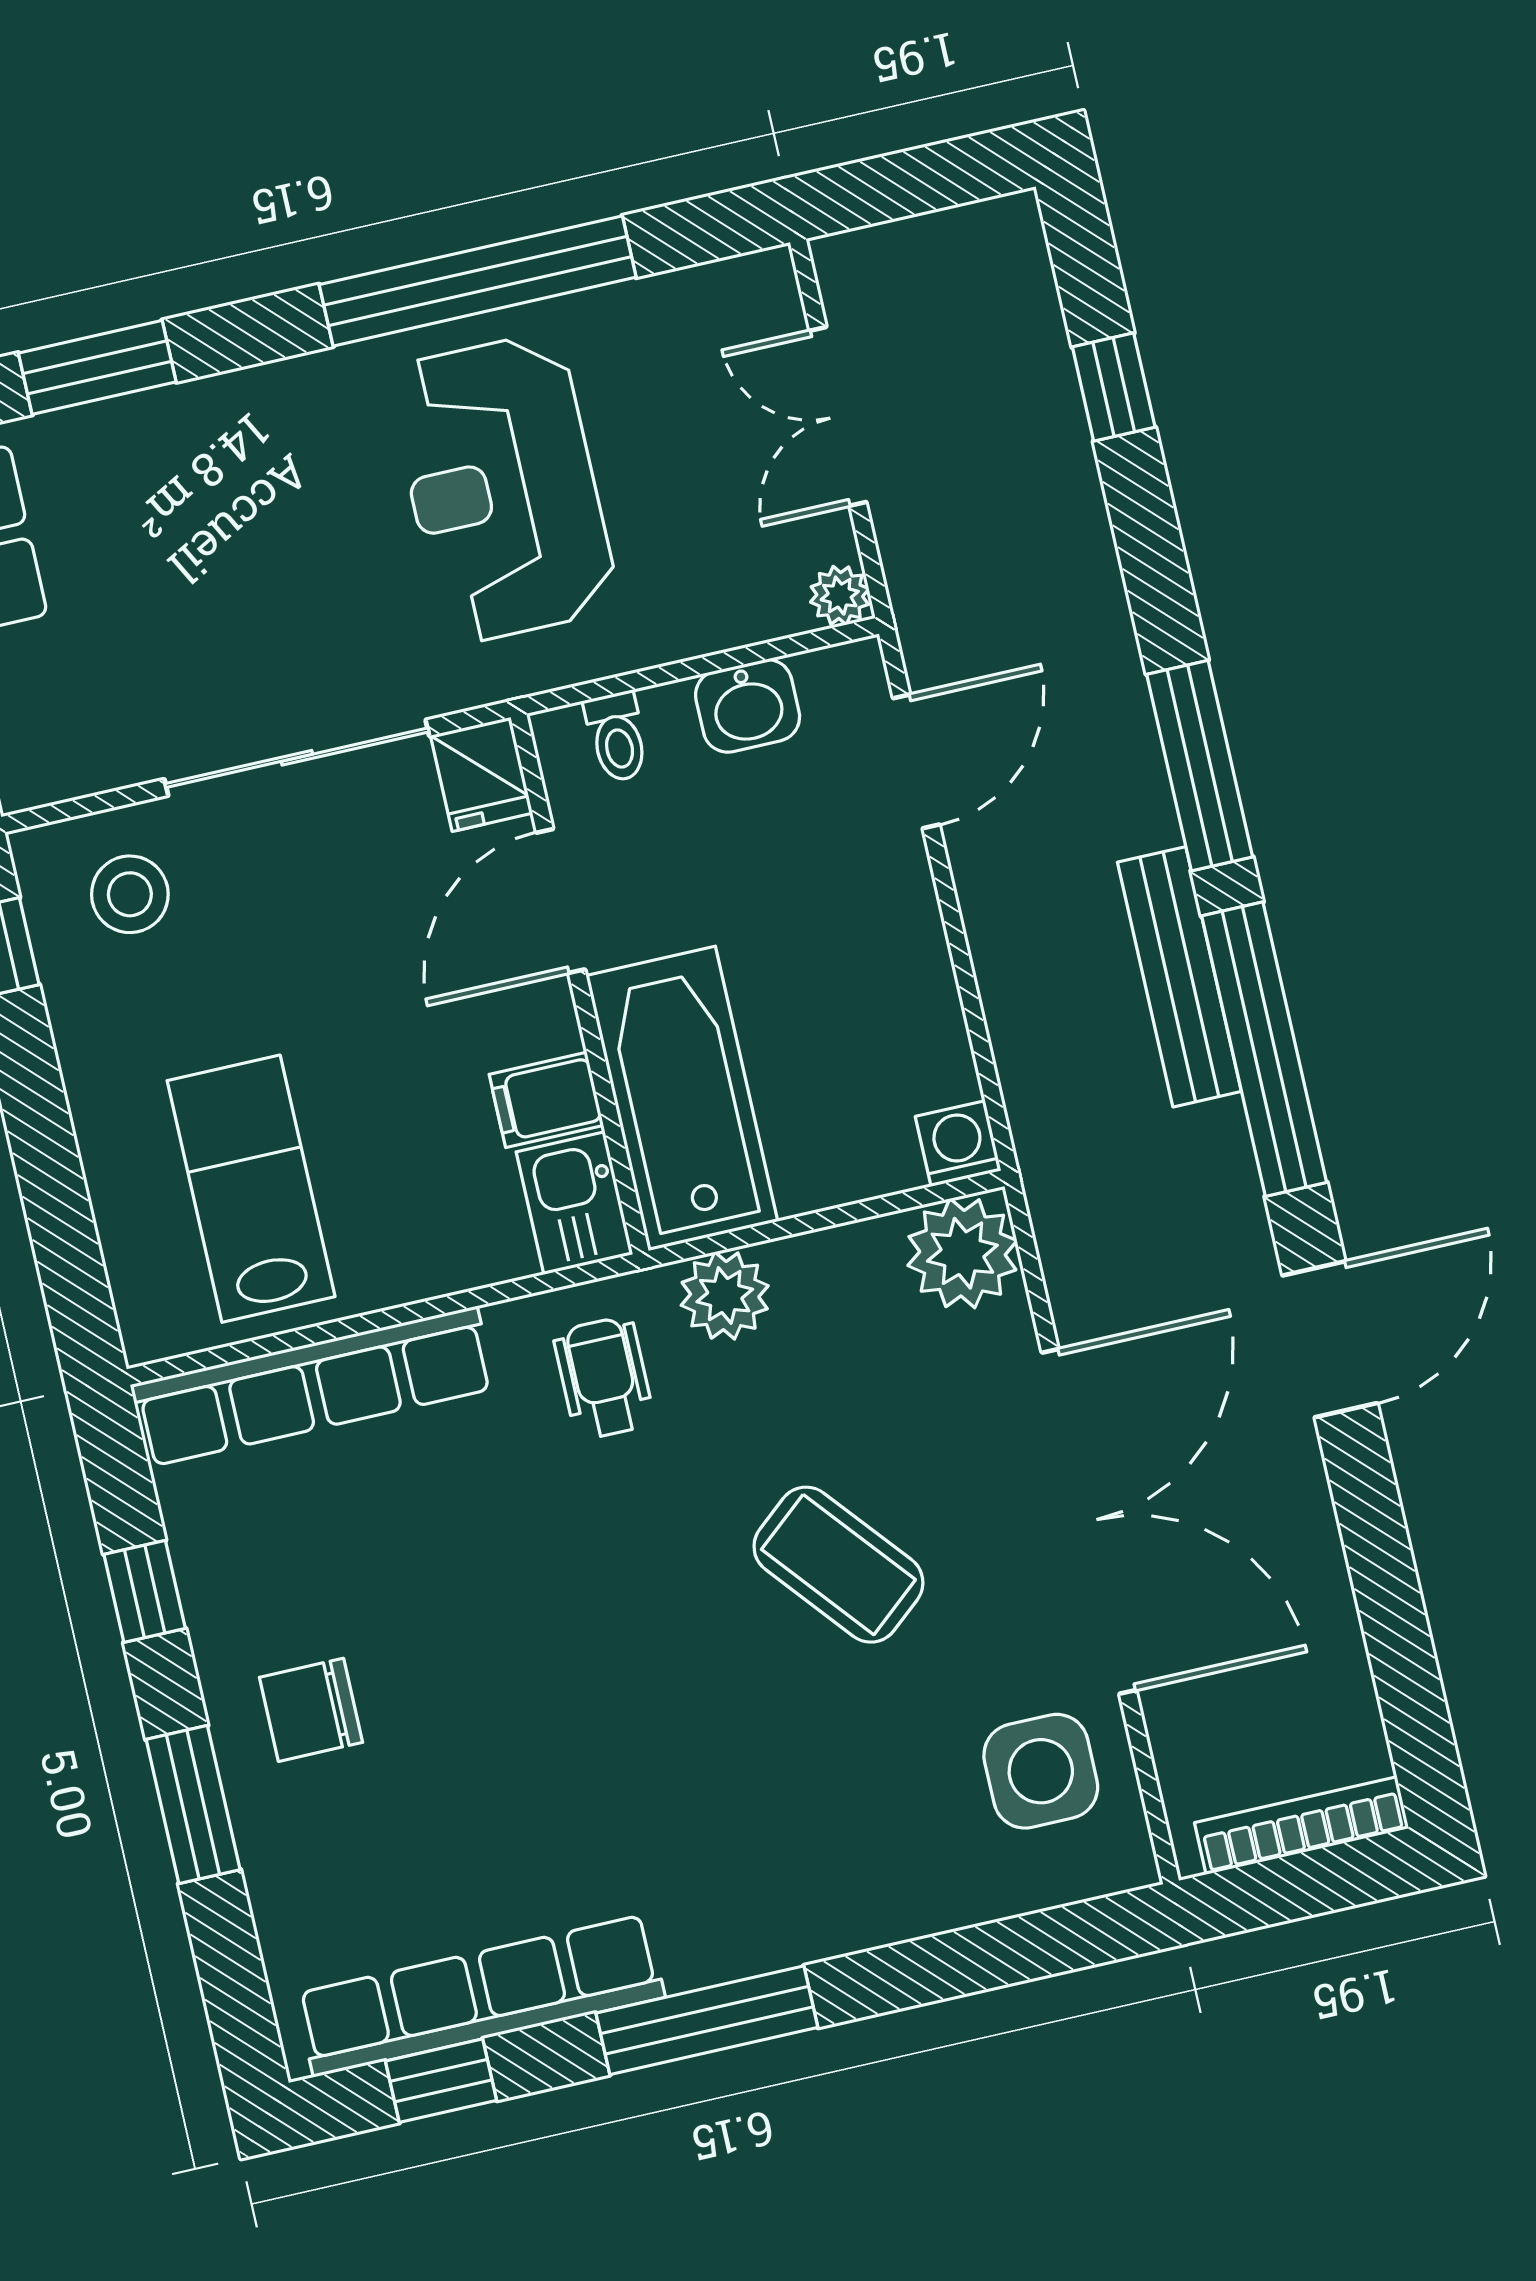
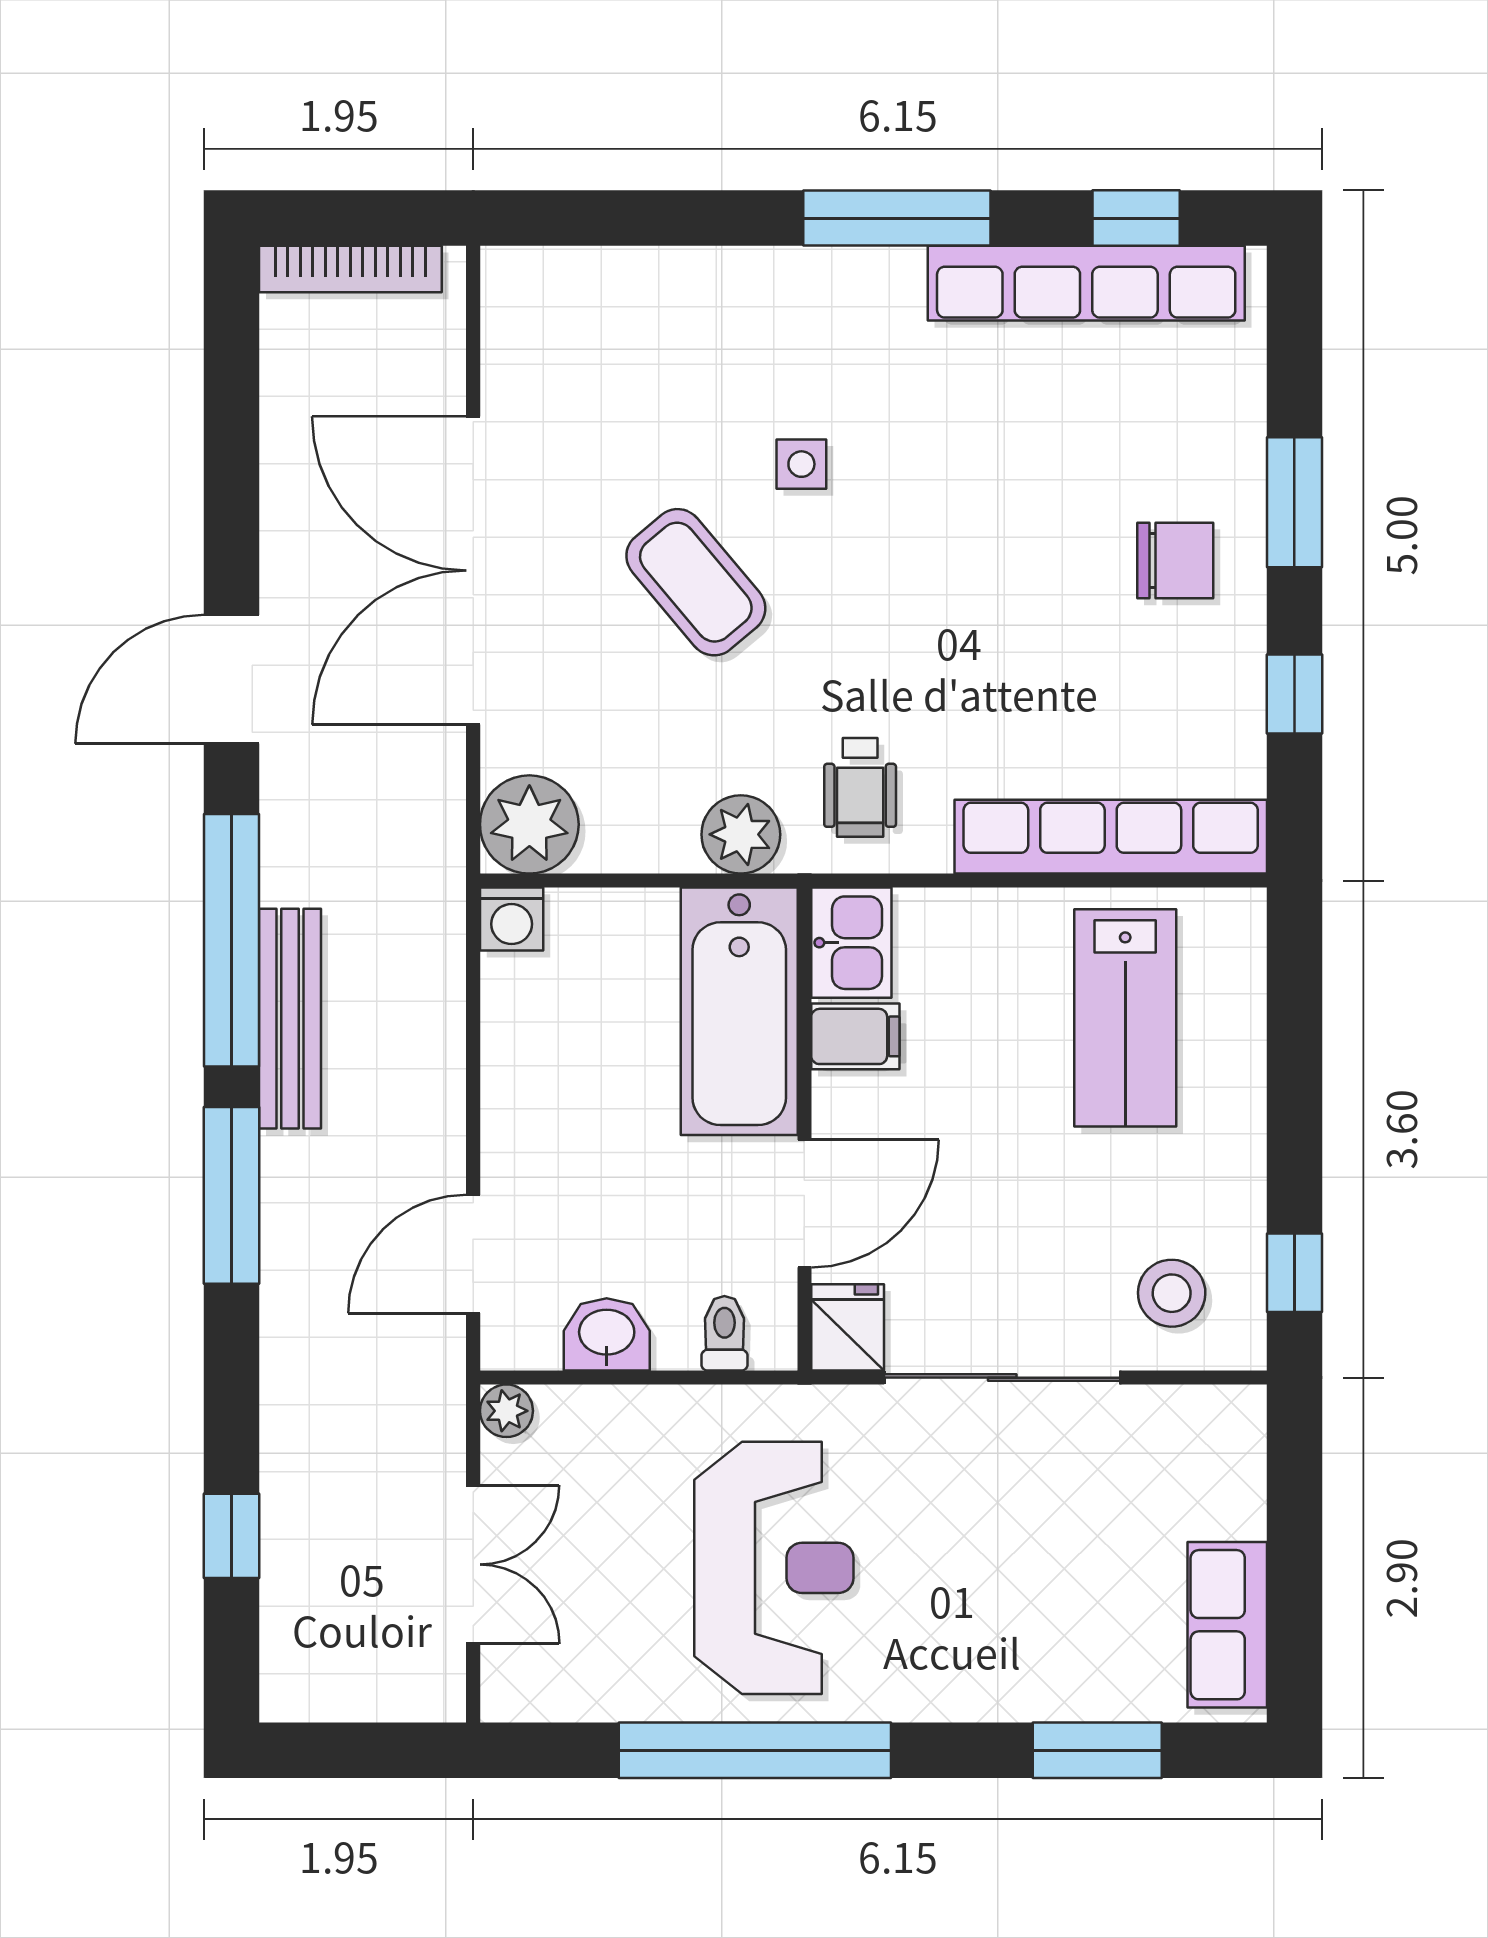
side table: (1041, 1771) -> (801, 464), moved, width x0.54, depth x0.54

